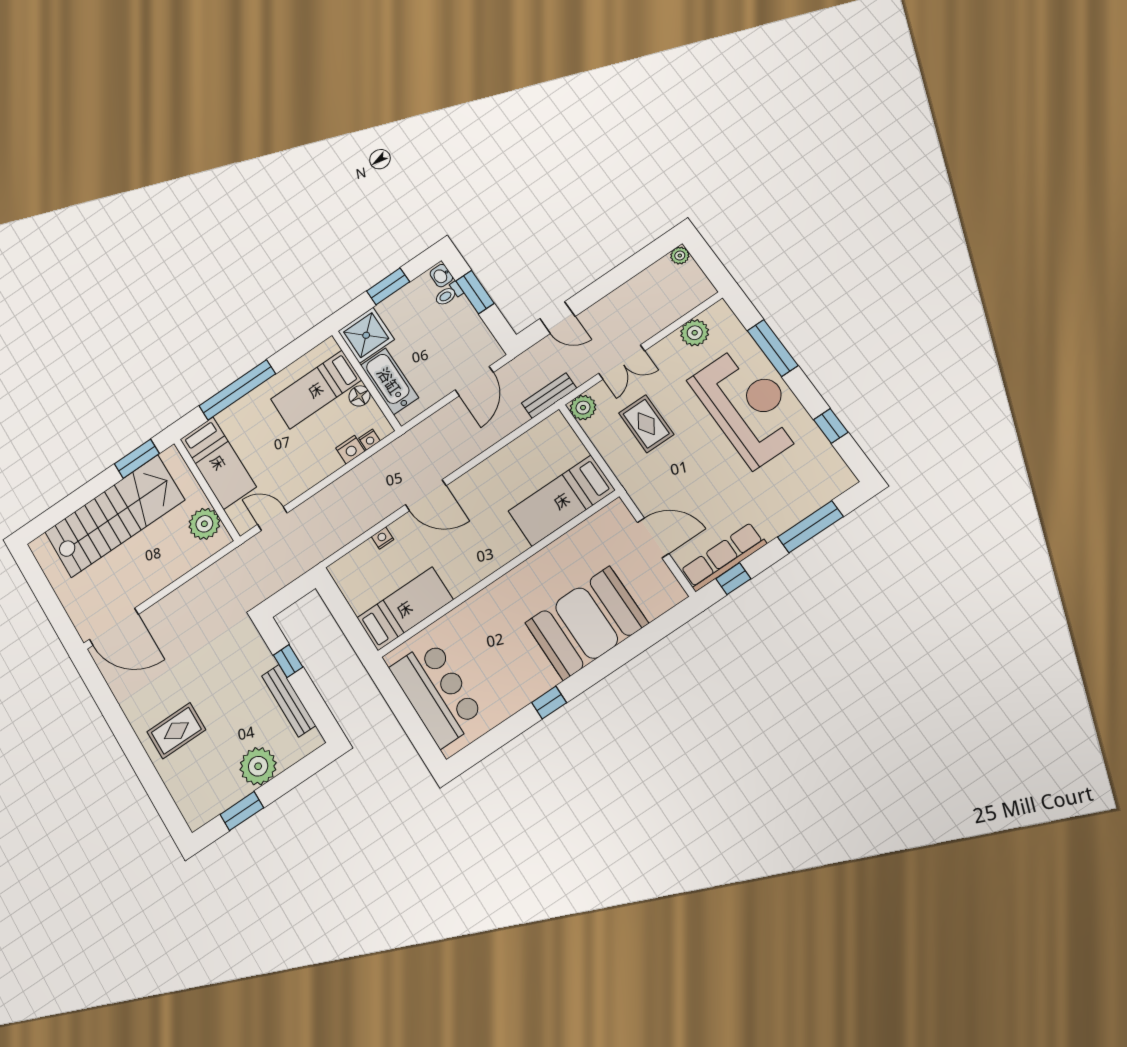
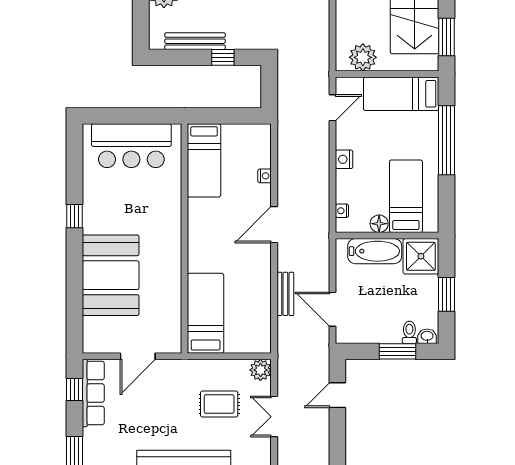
bench: (549, 396) -> (285, 294), moved
nightstand: (350, 450) -> (344, 159), moved

